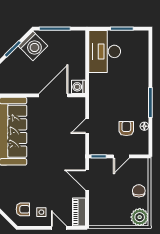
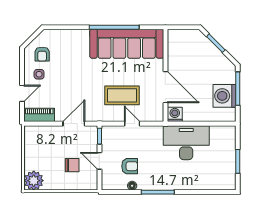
washing machine: (33, 46) -> (224, 96), moved, turned 45
desk: (105, 51) -> (186, 143), moved
coffee table: (61, 136) -> (122, 95), added
chair: (139, 191) -> (72, 165), moved

